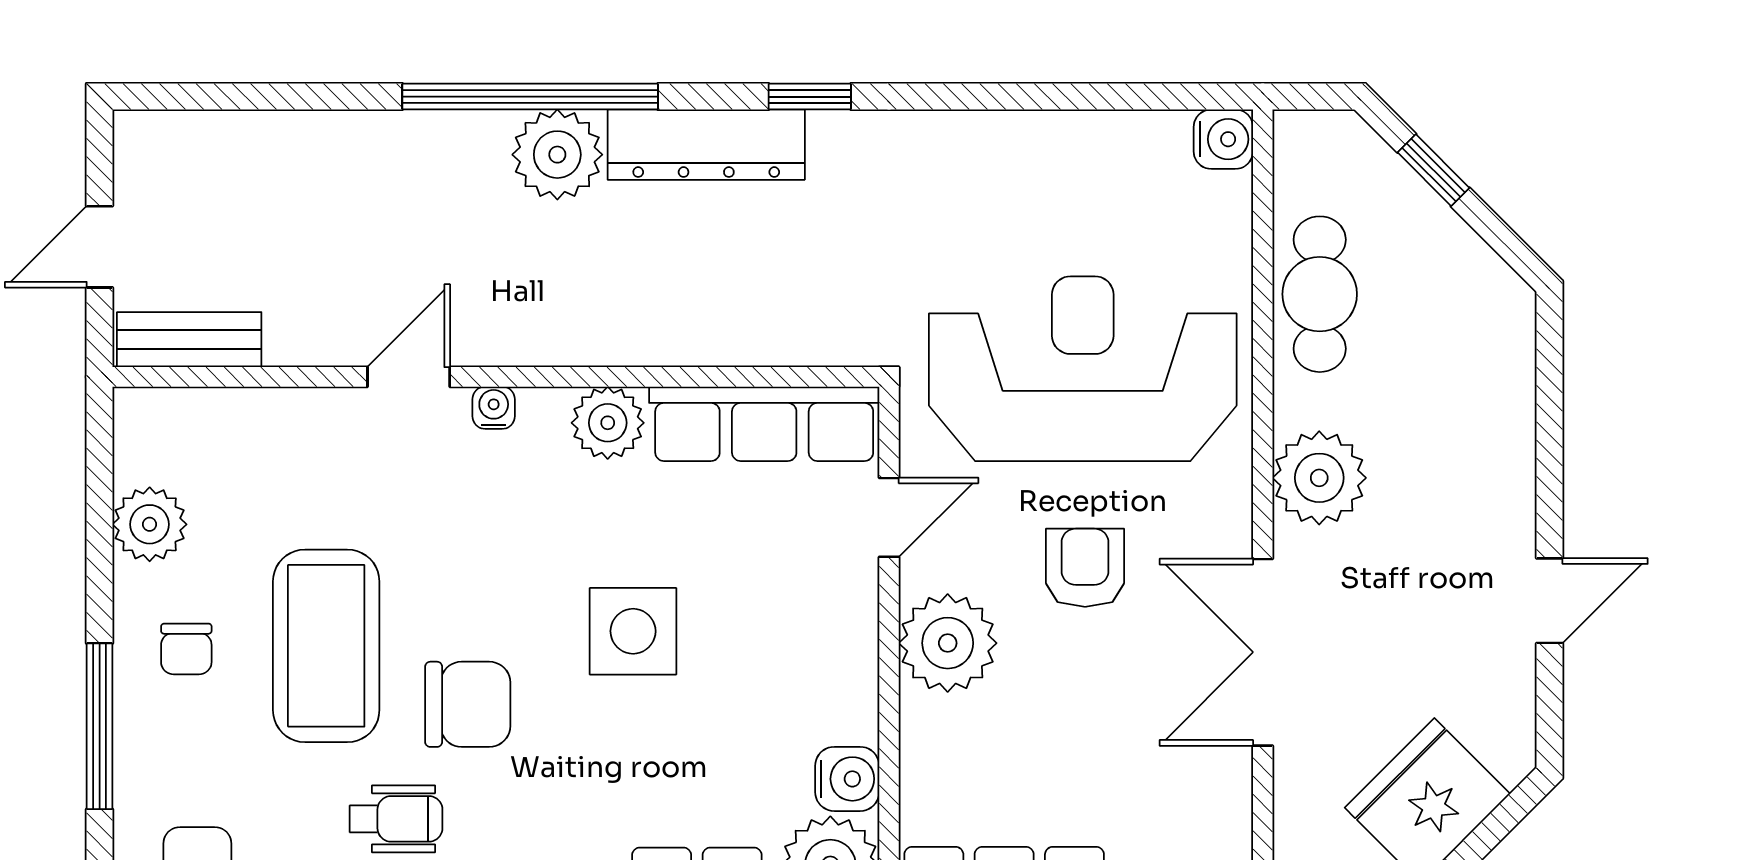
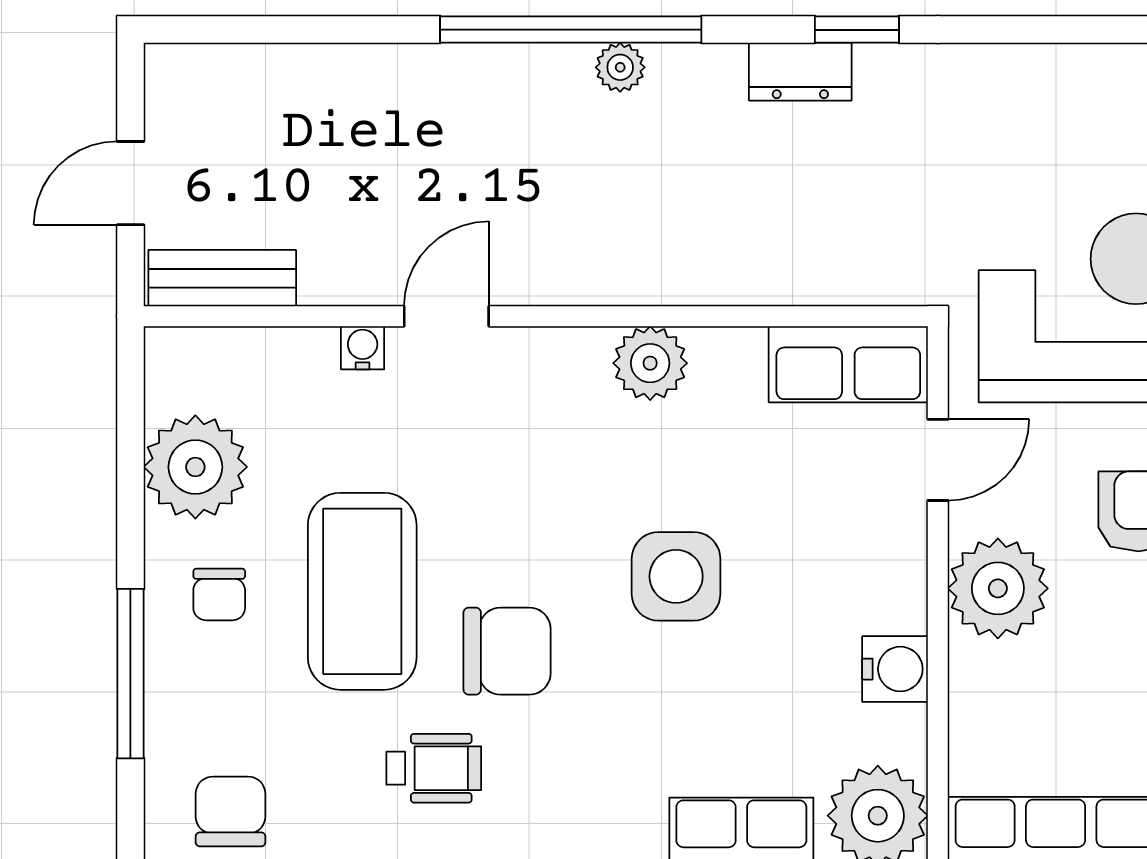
dresser: (706, 145) -> (800, 72), width x0.51, depth x0.80
plant: (557, 155) -> (620, 67), width x0.53, depth x0.53
water cooler: (494, 408) -> (363, 348), moved
row of seats: (764, 424) -> (848, 364), width x0.68
plant: (150, 524) -> (195, 467), width x1.36, depth x1.36
water cooler: (847, 779) -> (895, 669), moved

